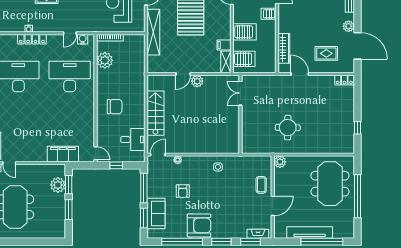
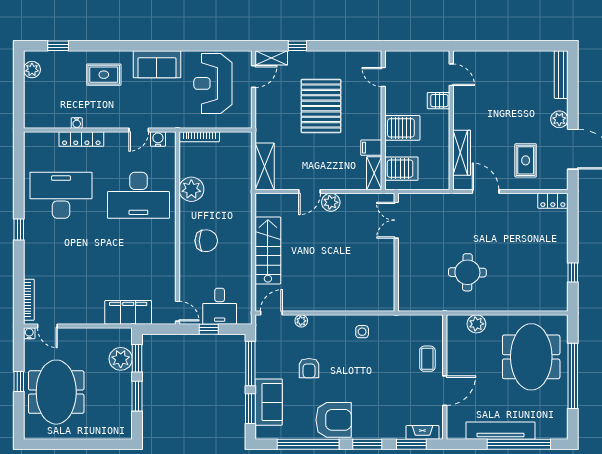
shelving: (153, 32) -> (265, 166), moved, width x0.68
rug: (326, 53) -> (526, 160), turned 90
plant: (105, 60) -> (191, 189), moved
desk: (70, 76) -> (138, 195), turned 180
desk: (133, 140) -> (220, 306), moved, turned 90
plant: (280, 162) -> (476, 324), moved

